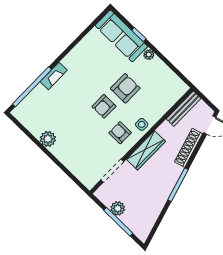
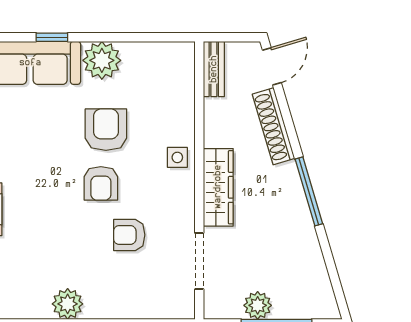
plant: (149, 55) -> (102, 60), width x1.88, depth x1.88
bench: (184, 109) -> (214, 69), width x0.73
armchair: (120, 133) -> (129, 235), moved

